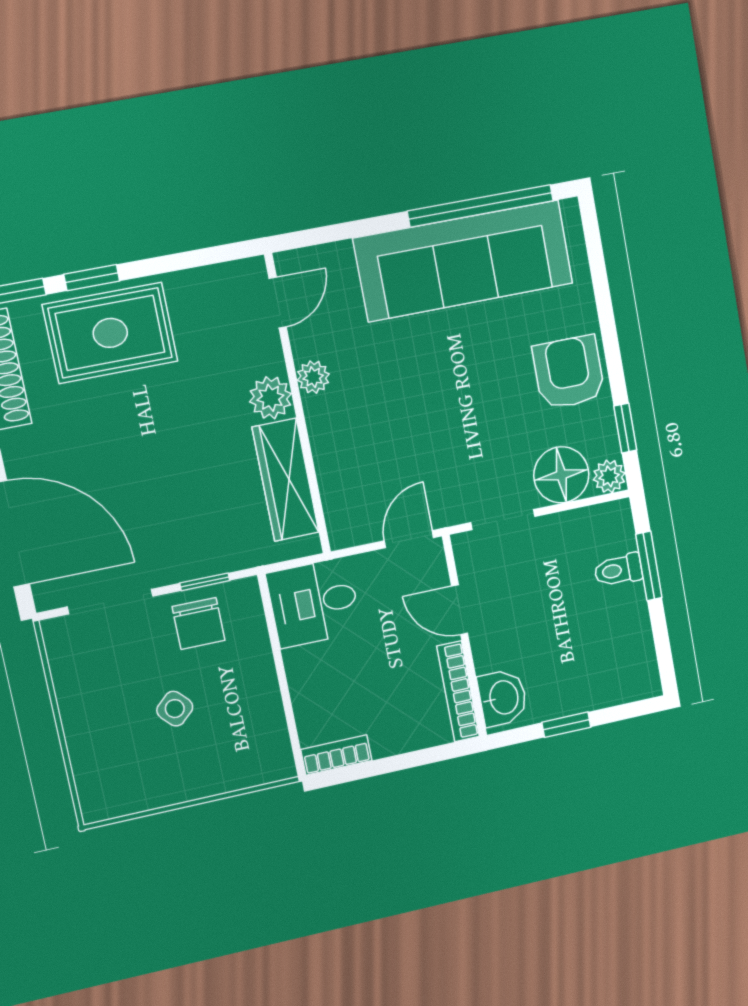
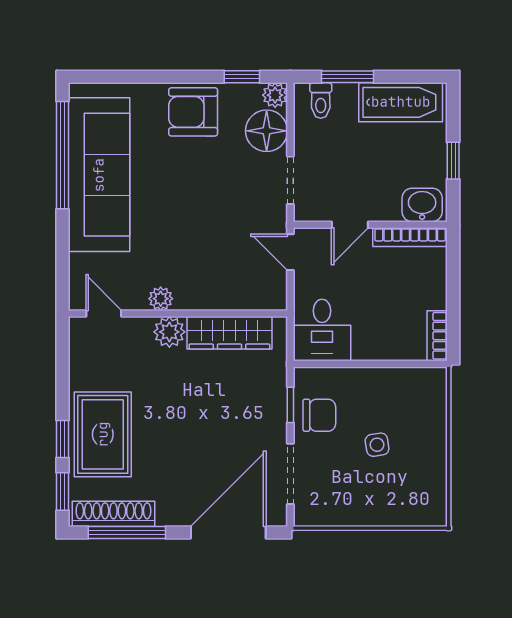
toilet: (618, 570) -> (321, 101), moved
bathtub: (628, 641) -> (401, 102), added
side table: (175, 709) -> (377, 445), turned 34

